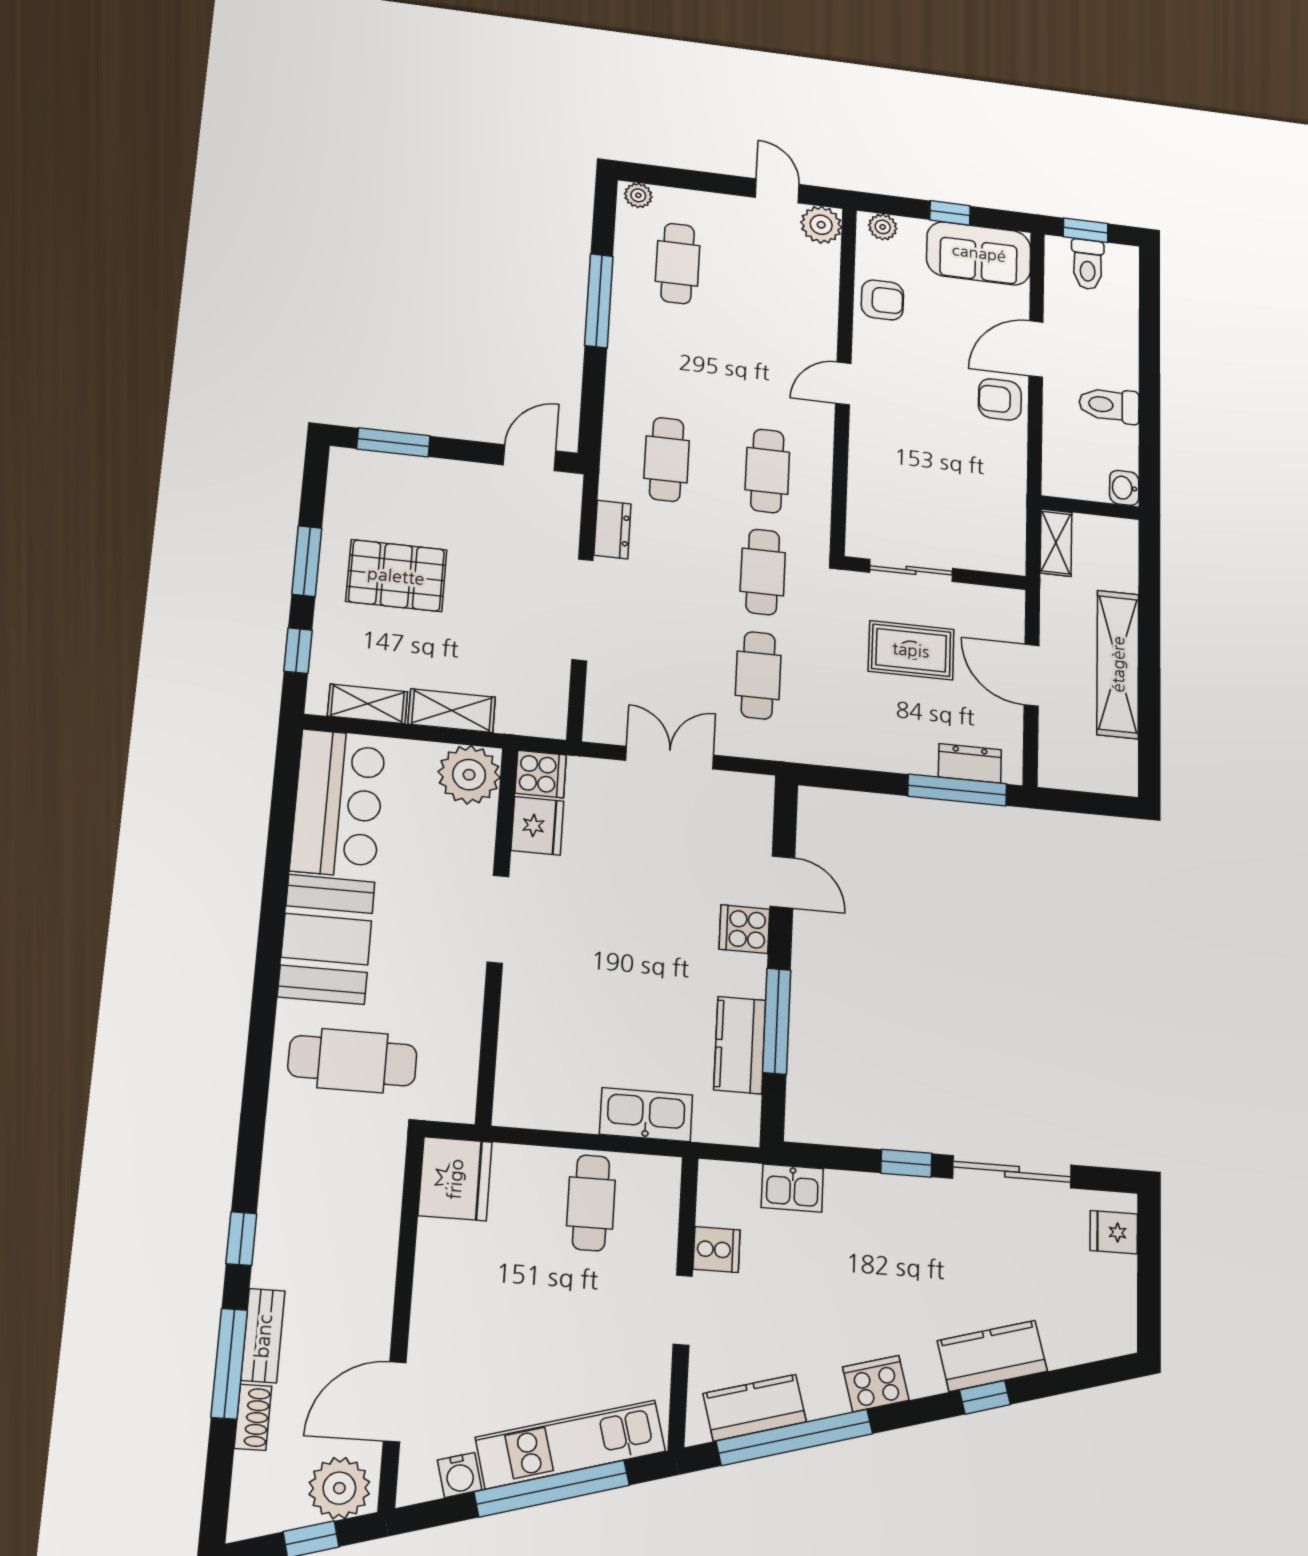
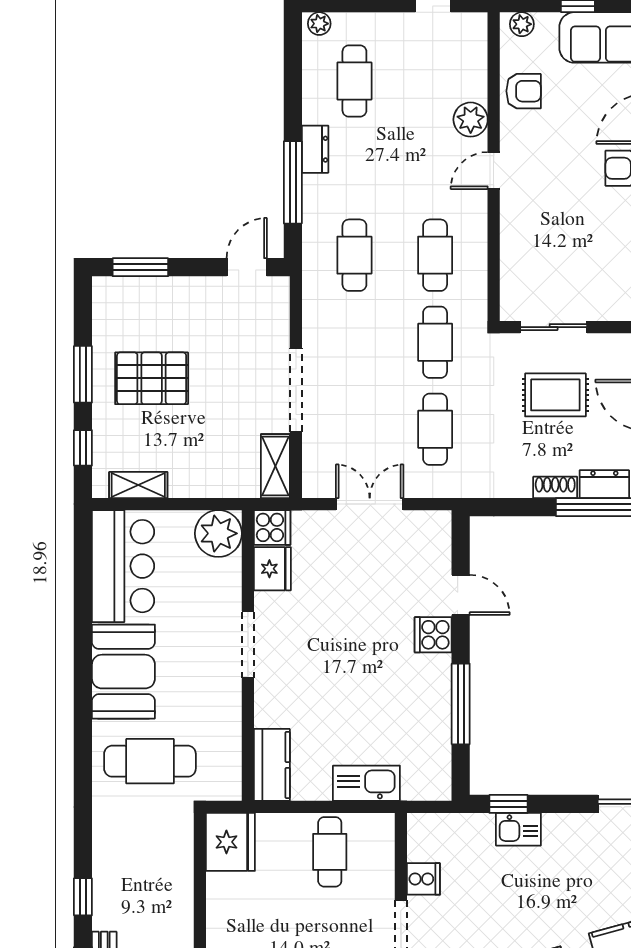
plant: (821, 225) -> (471, 120), moved
window: (599, 301) -> (293, 182), moved
dresser: (612, 530) -> (315, 149), moved
shelving: (452, 711) -> (275, 466), moved, turned 90
shoe rack: (908, 761) -> (555, 487), added
kitchen counter: (740, 1045) -> (272, 765), moved, turned 180
window: (906, 1163) -> (508, 804), moved
kitchen sink: (792, 1188) -> (518, 829), moved

